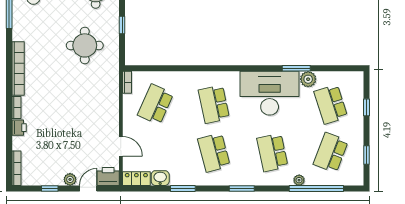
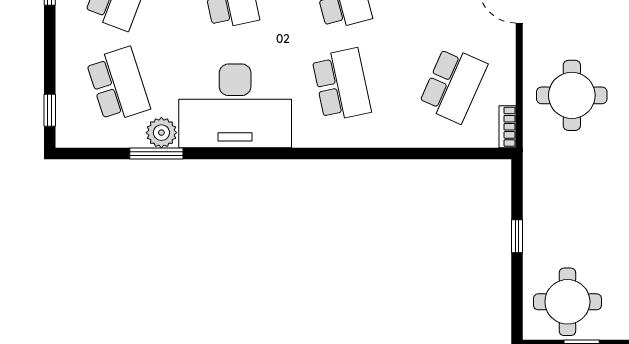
round table: (85, 45) -> (572, 95), moved
window: (296, 68) -> (156, 153), moved
window: (367, 107) -> (50, 110), moved

